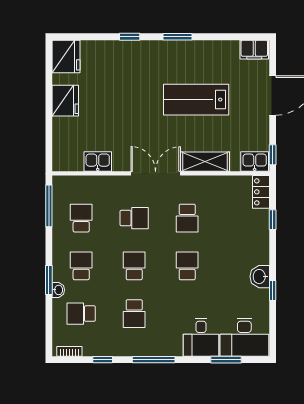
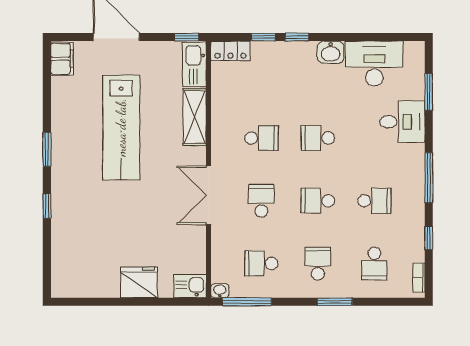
fridge: (66, 56) -> (70, 281), removed
lab bench: (196, 100) -> (121, 127), width x1.36
fridge: (65, 101) -> (139, 282), moved
kitchen sink: (98, 161) -> (190, 286), moved, turned 90
kitchen sink: (255, 161) -> (194, 64), width x1.38
double door: (156, 173) -> (209, 195), moved
school desk: (81, 266) -> (318, 263), turned 90
washbasin: (58, 290) -> (220, 291), moved
window: (273, 290) -> (297, 37), moved
desk: (244, 337) -> (374, 64), moved, turned -90

